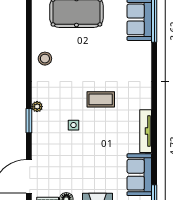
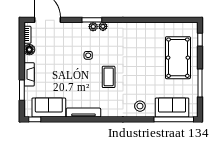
stool: (45, 59) -> (140, 106), moved
plant: (37, 119) -> (93, 27), added

